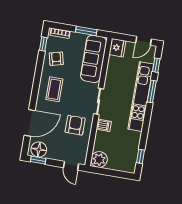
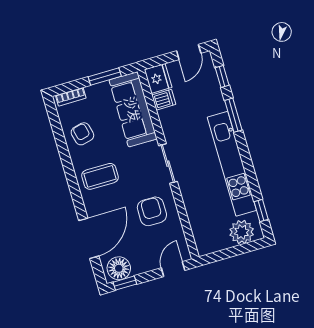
window: (43, 44) -> (55, 122), removed
coffee table: (54, 89) -> (100, 176), turned 90
kitchen unit: (141, 97) -> (232, 164), moved
dishwasher: (104, 125) -> (164, 100), moved
plant: (99, 160) -> (242, 232), moved
door: (71, 166) -> (173, 269), swing flipped

